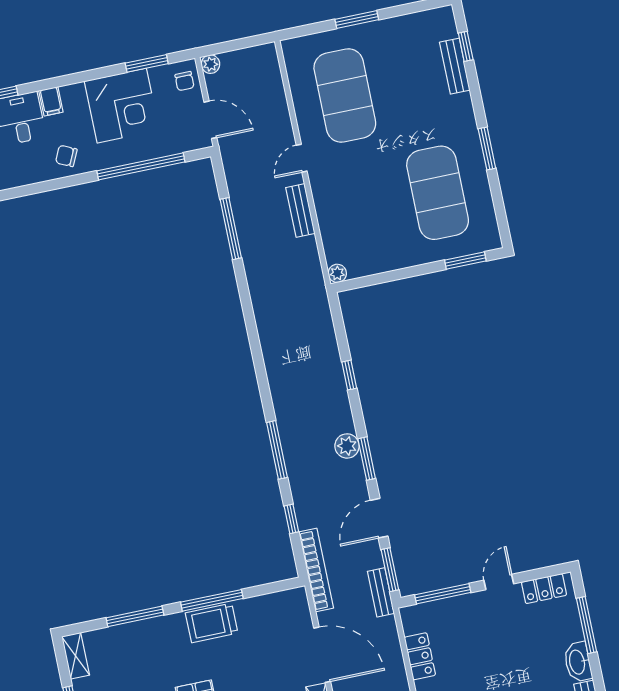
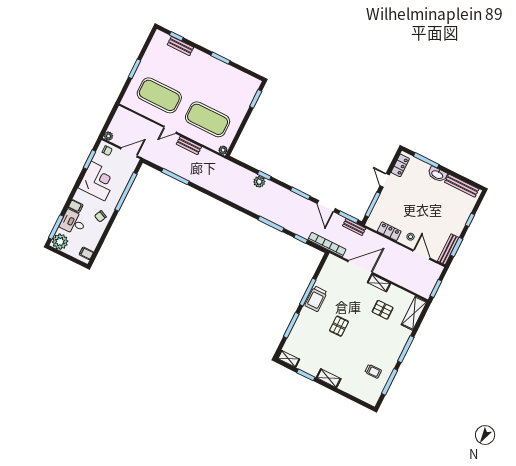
door: (302, 158) -> (170, 130), hinge flipped
exercise mat: (438, 193) -> (208, 119), moved
plant: (347, 446) -> (259, 182), moved

